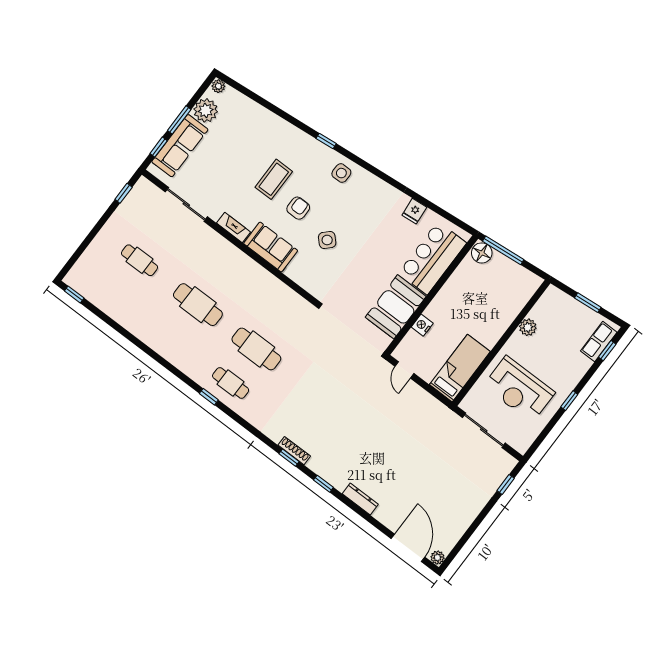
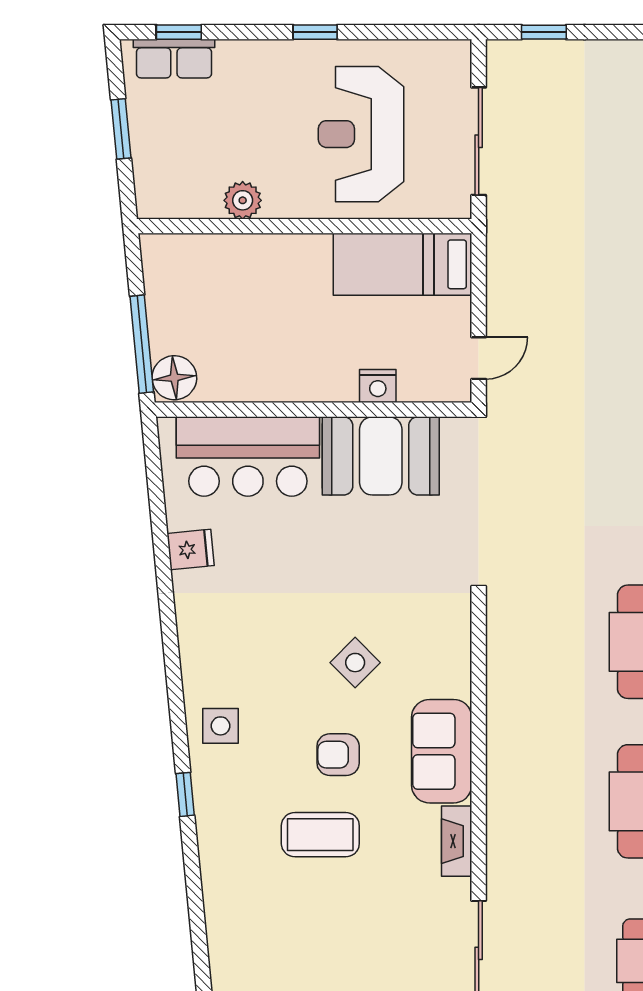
reception desk: (519, 389) -> (361, 134), turned 180

